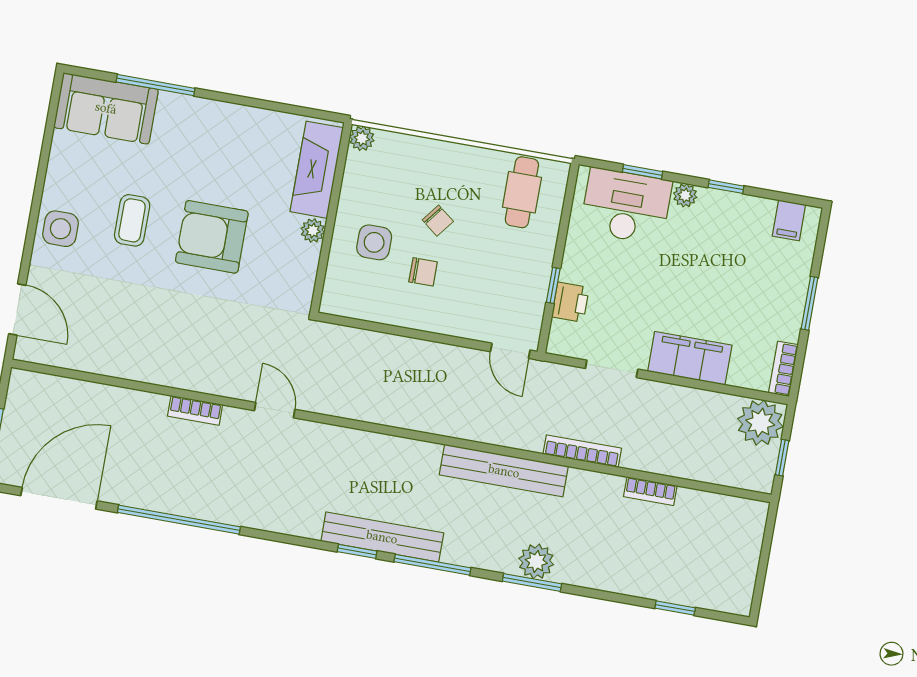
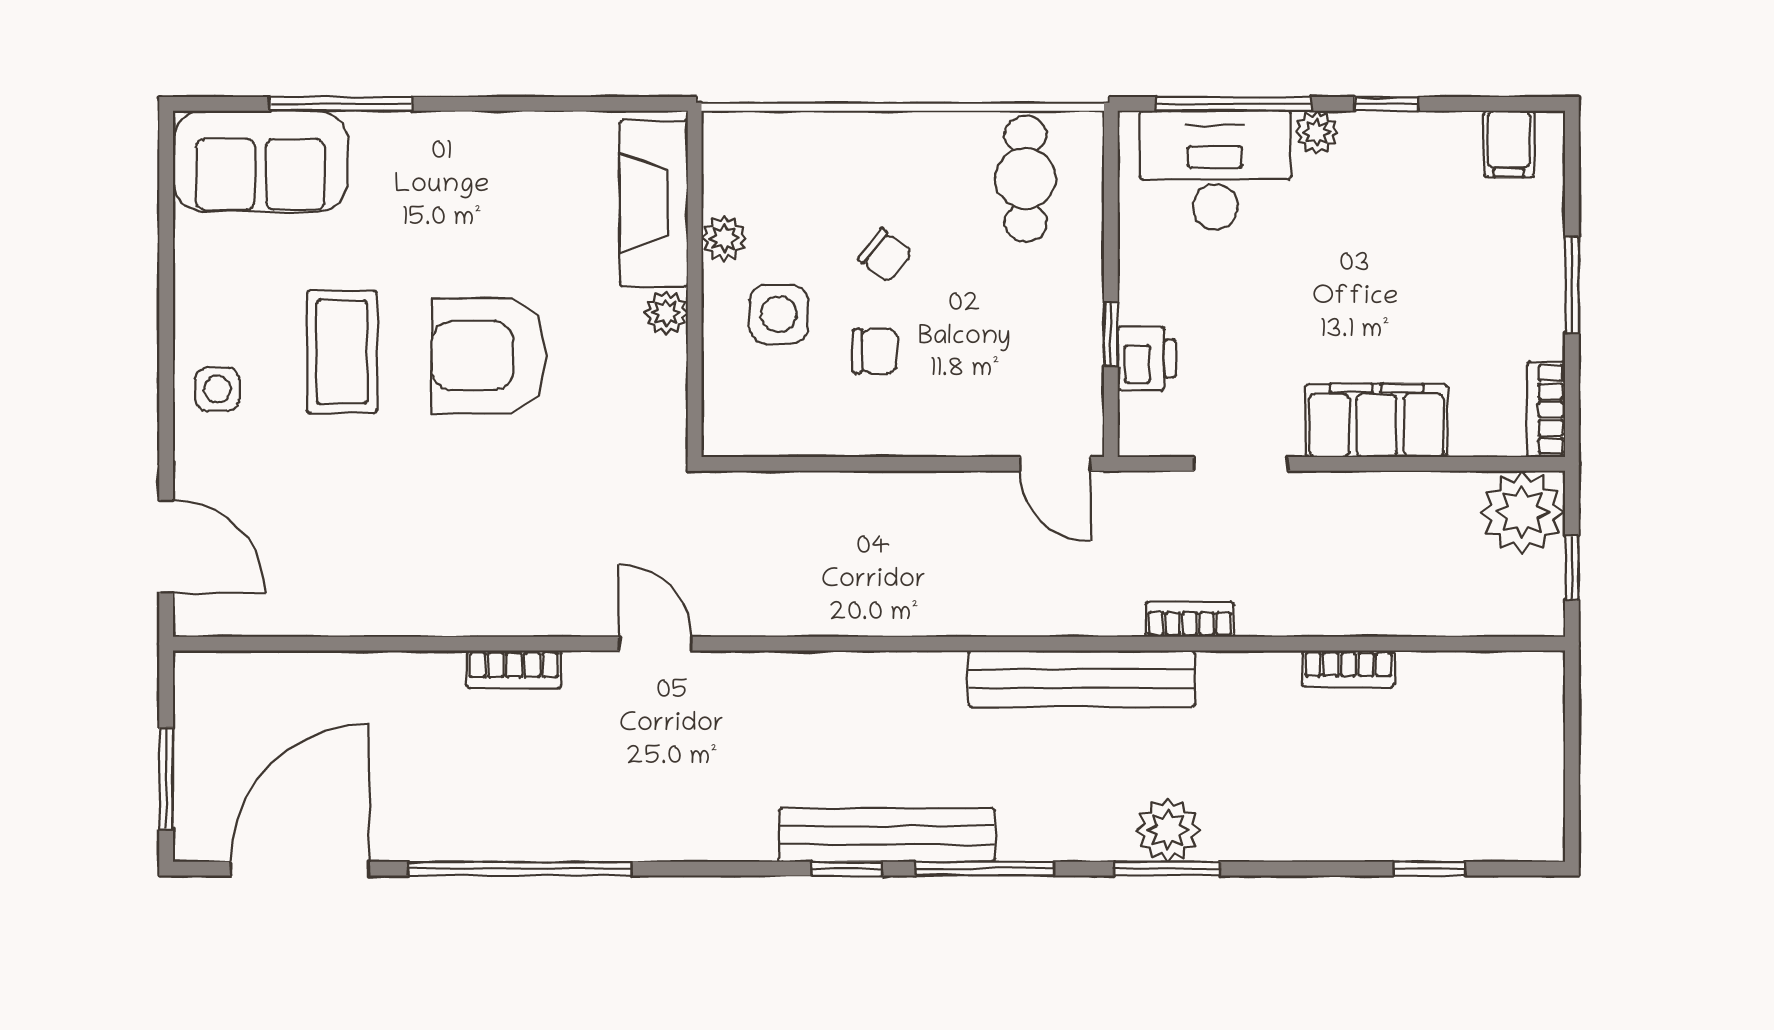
plant: (362, 138) -> (724, 238), moved
window: (643, 172) -> (1233, 104), width x2.17
coffee table: (132, 220) -> (342, 352), width x1.36, depth x1.30
side table: (61, 229) -> (217, 389), width x0.73, depth x0.73
bookcase: (582, 451) -> (1190, 619), width x0.64

